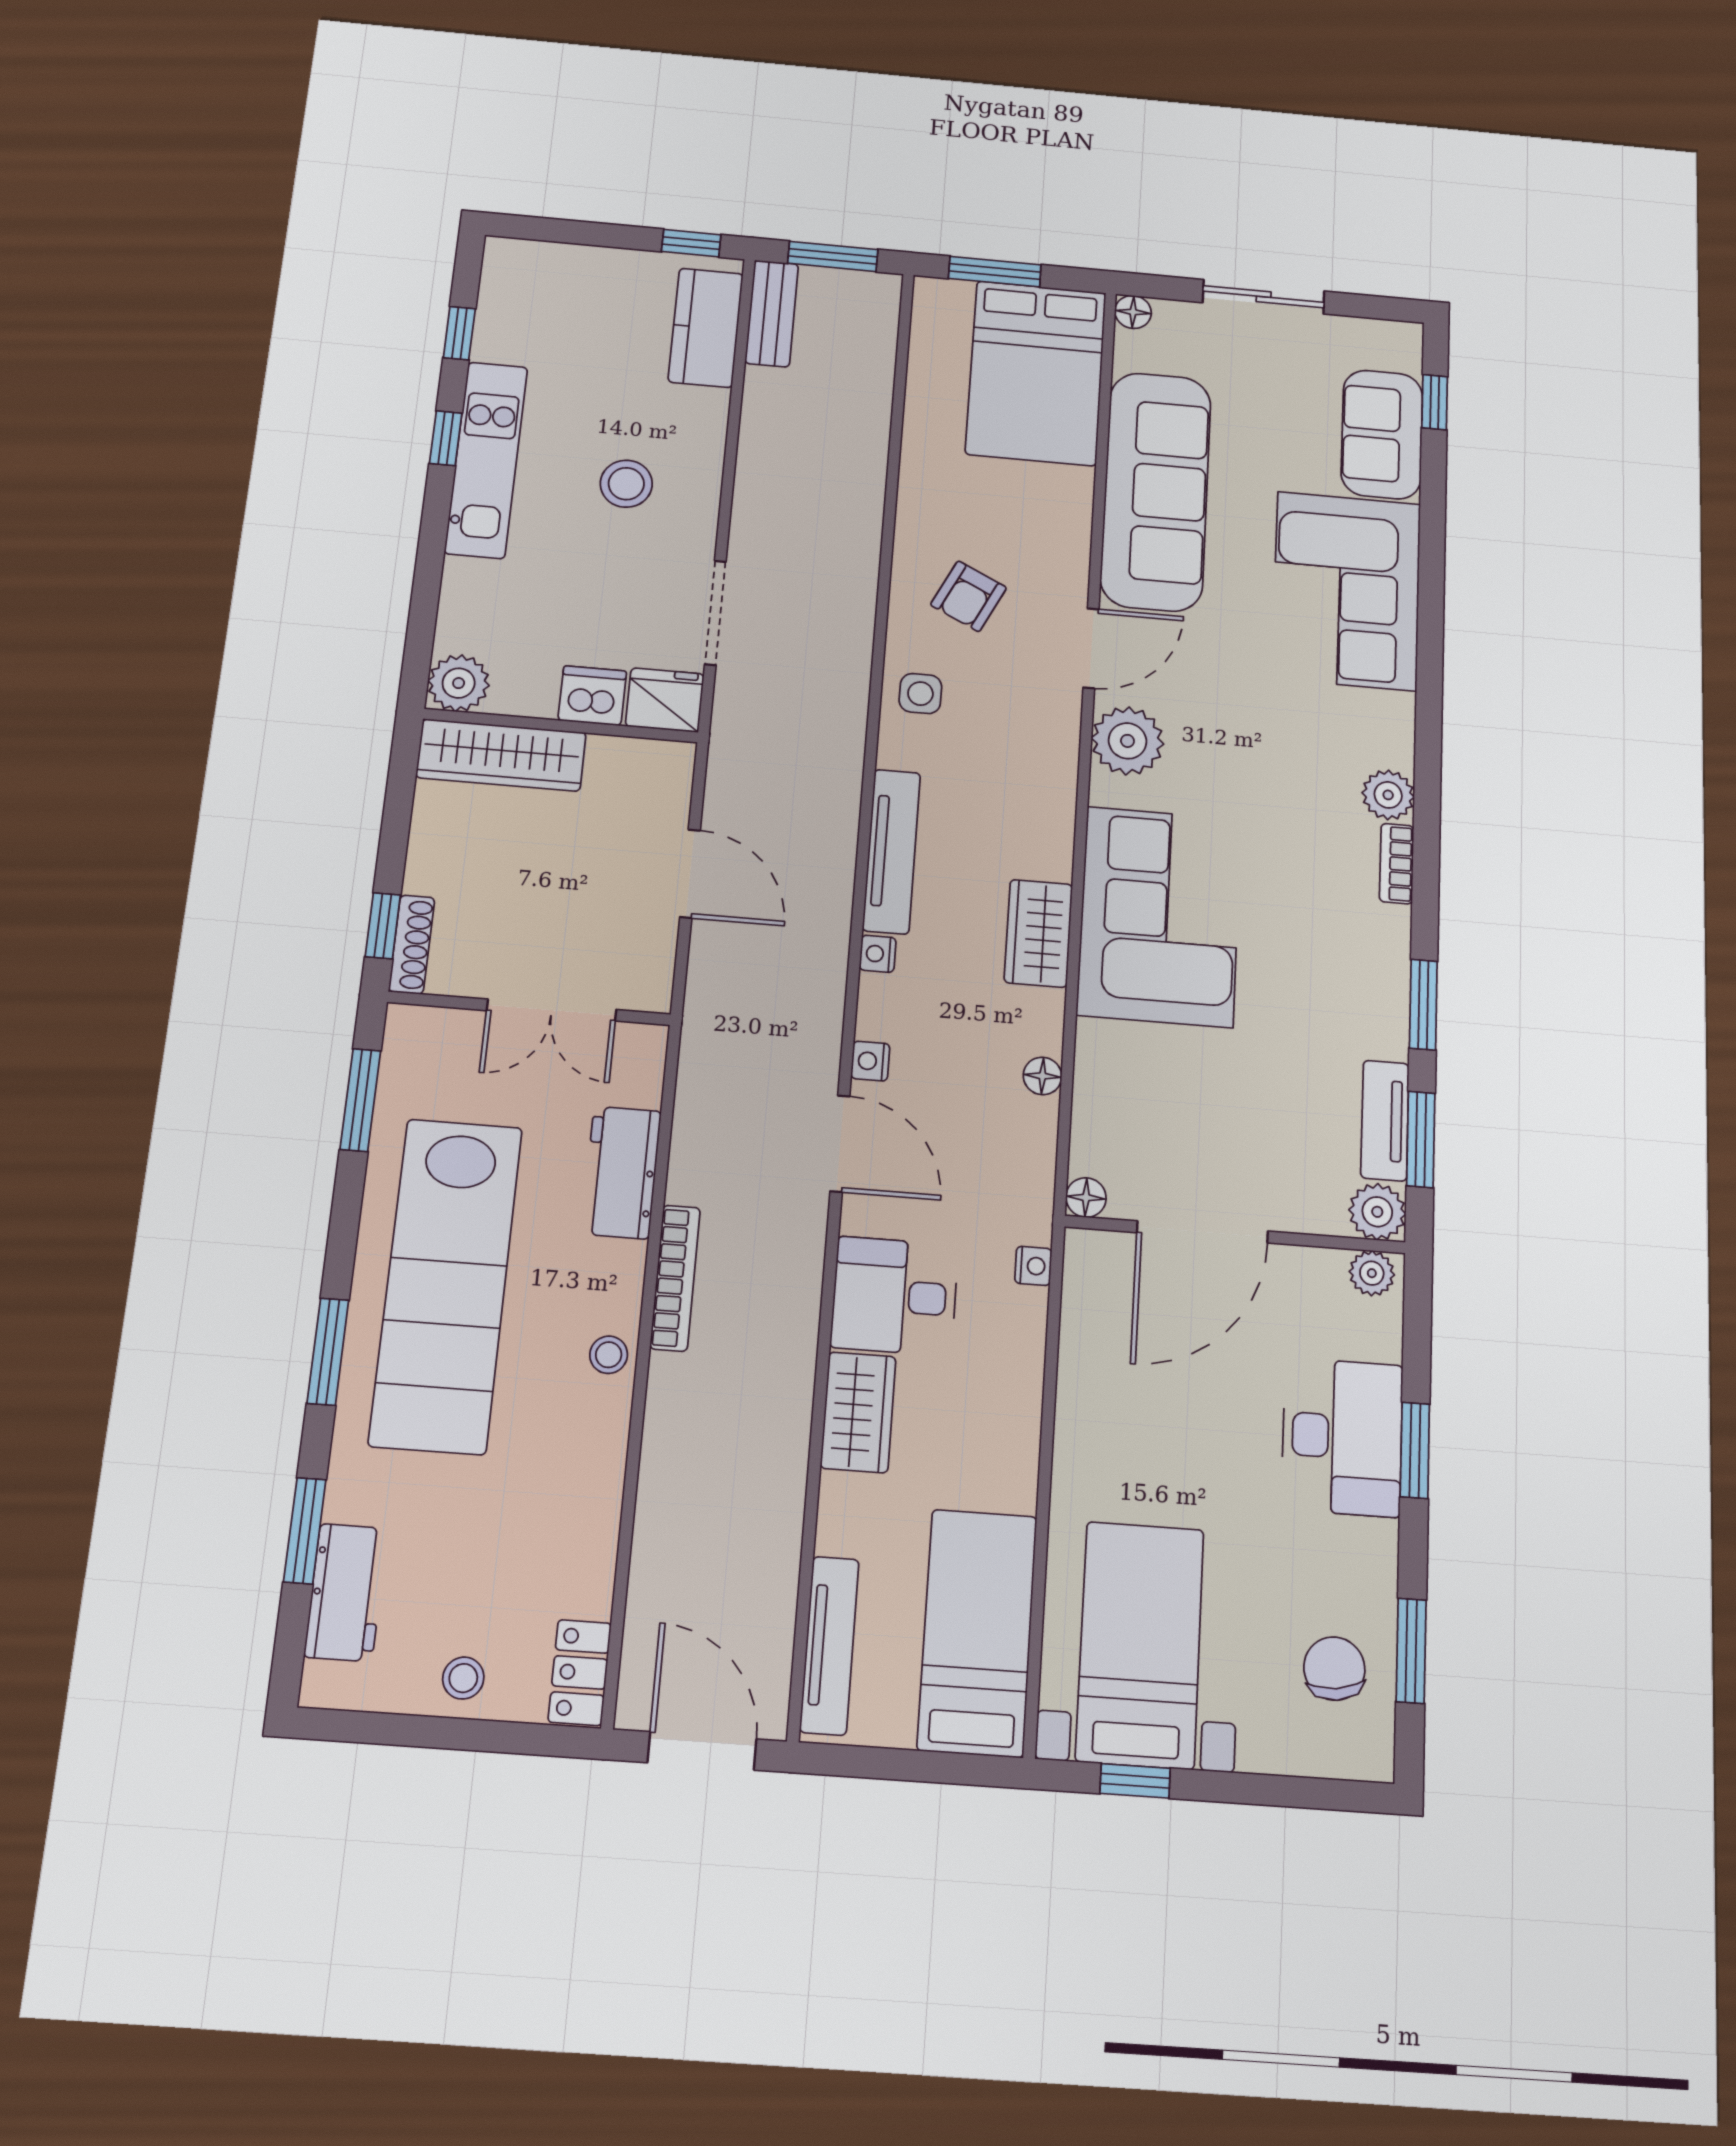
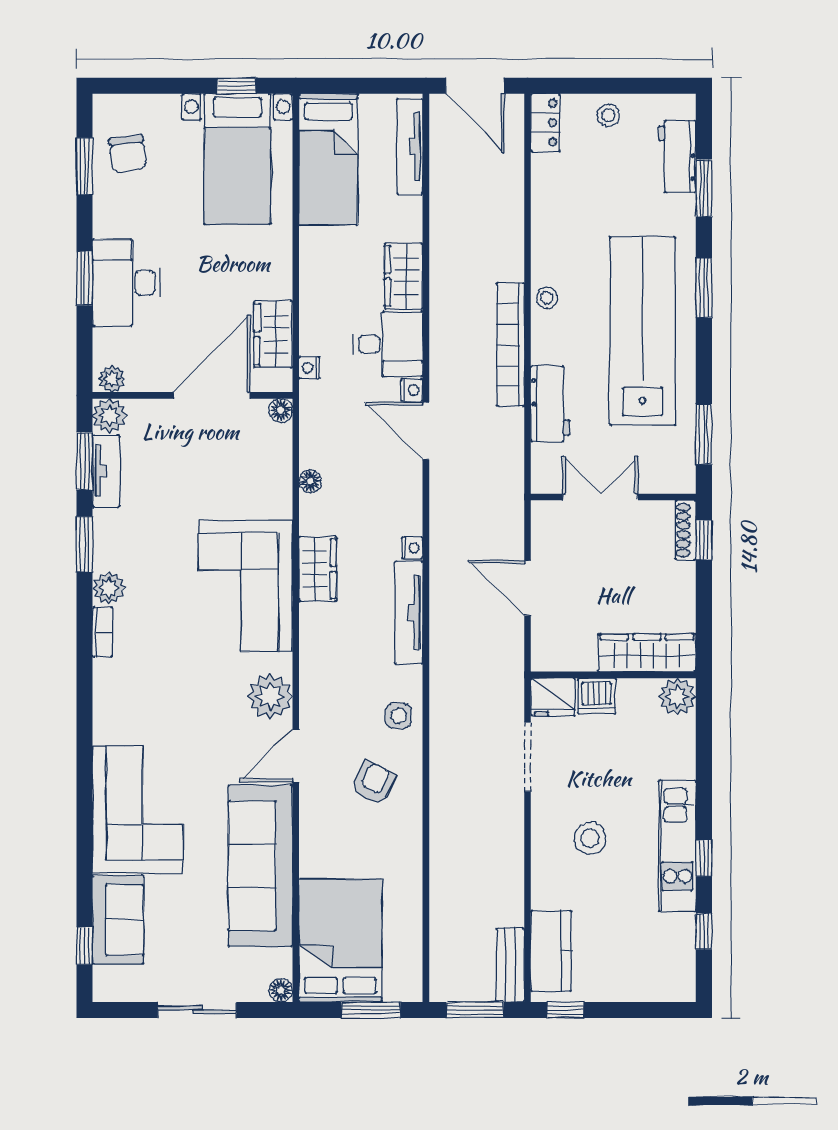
plant: (1388, 795) -> (109, 588), moved
nightstand: (870, 1061) -> (412, 390), moved
bookcase: (675, 1278) -> (510, 345), width x1.48, depth x1.31
wardrobe: (1092, 1328) -> (273, 334), added

